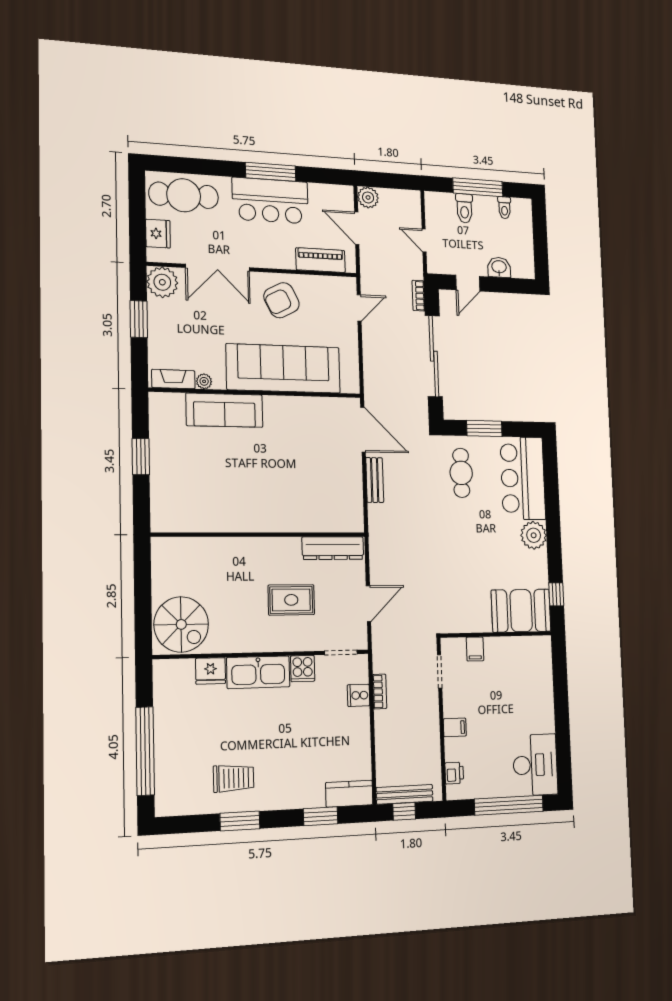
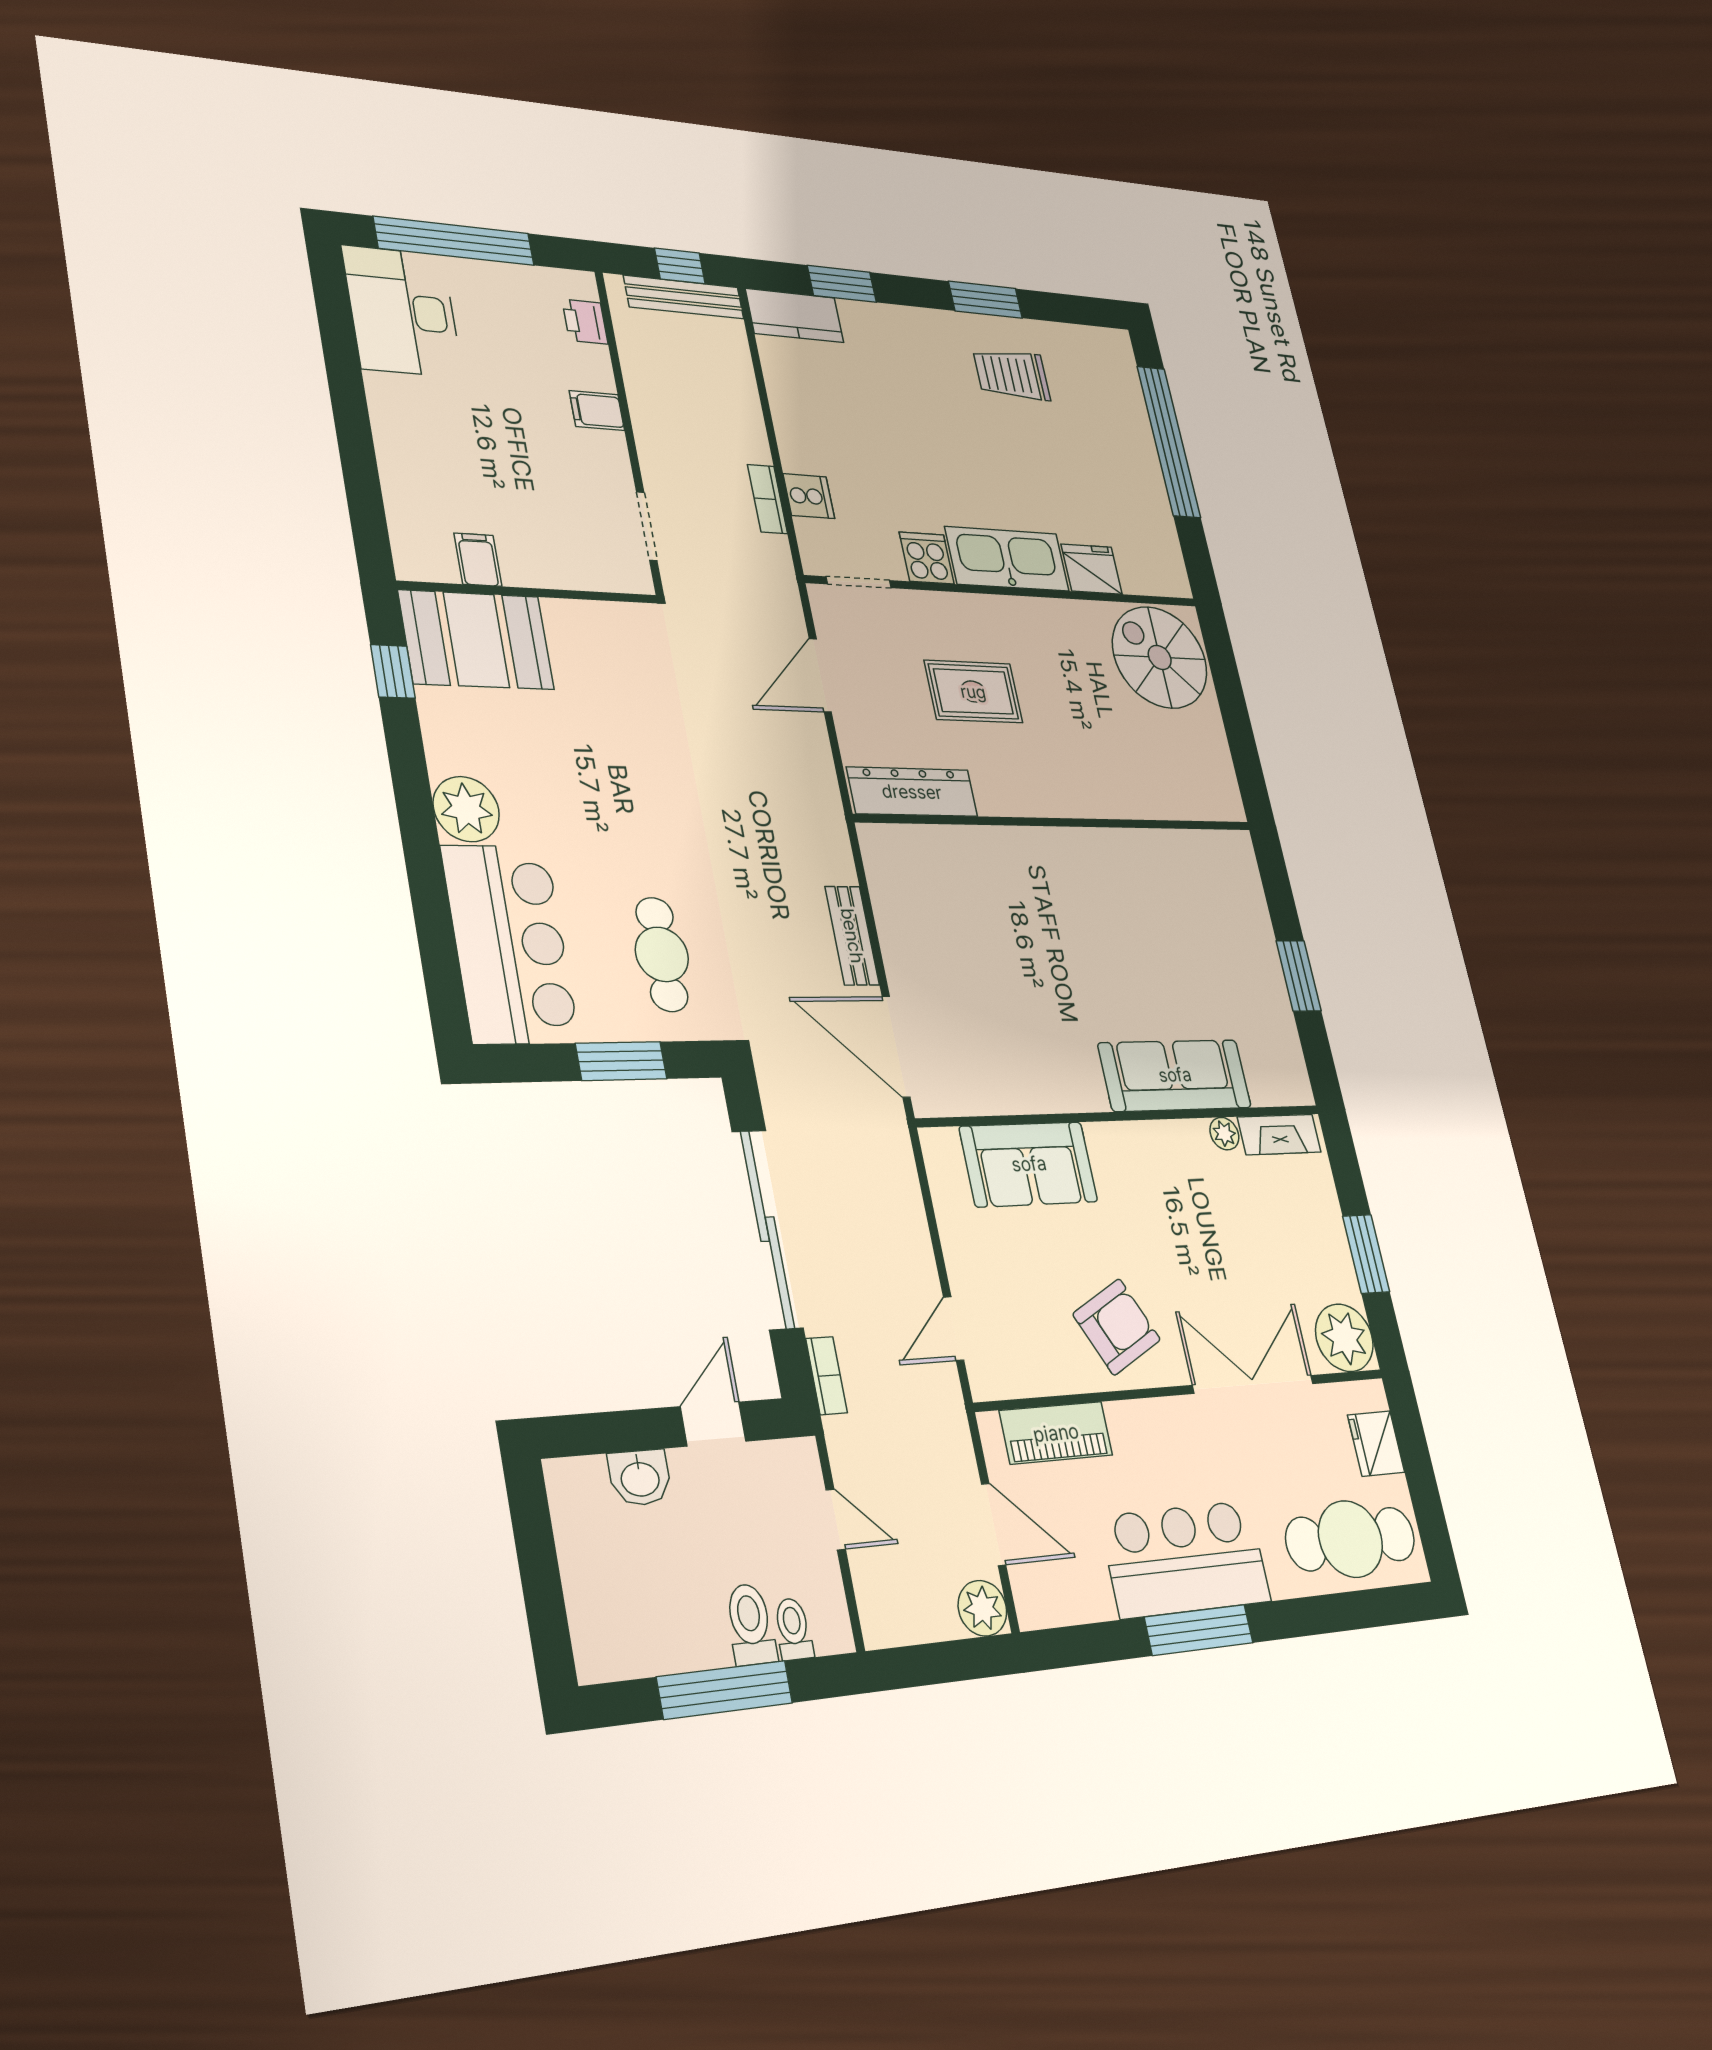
toilet: (504, 208) -> (793, 1629), moved
sofa: (283, 368) -> (1029, 1164), width x0.54, depth x0.79
filing cabinet: (475, 649) -> (478, 560), moved

